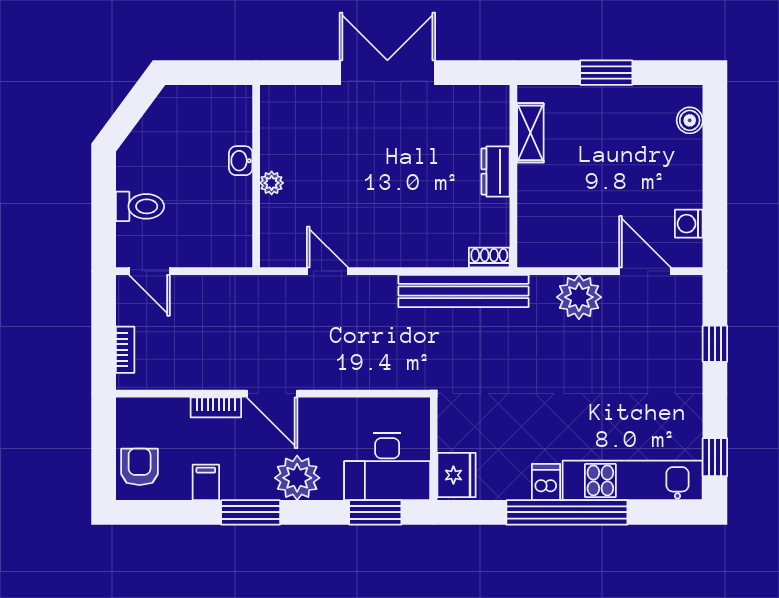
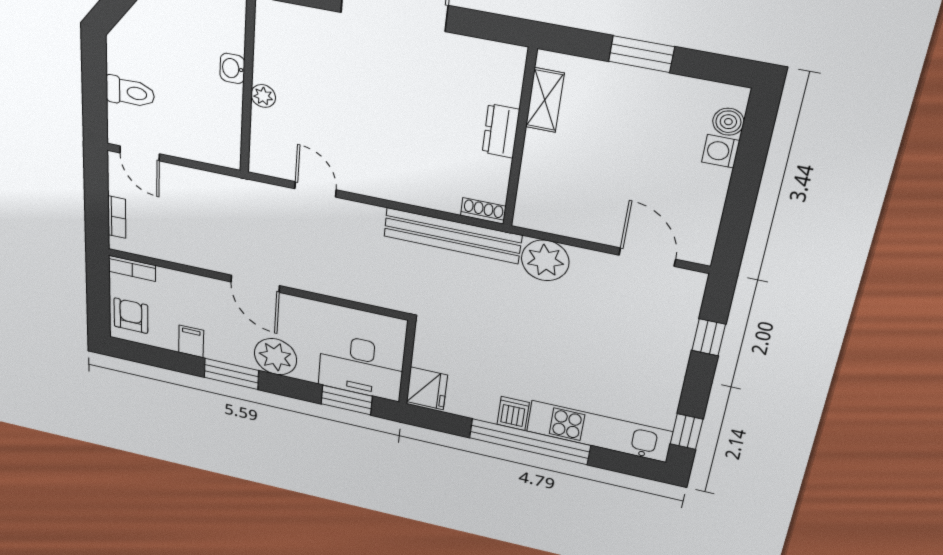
washing machine: (689, 224) -> (721, 151), moved
plant: (579, 297) -> (545, 260), moved
bookcase: (216, 407) -> (132, 268), moved

